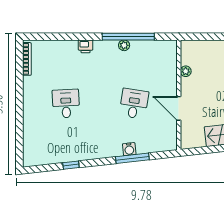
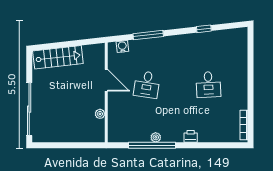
water cooler: (129, 149) -> (122, 46), moved

